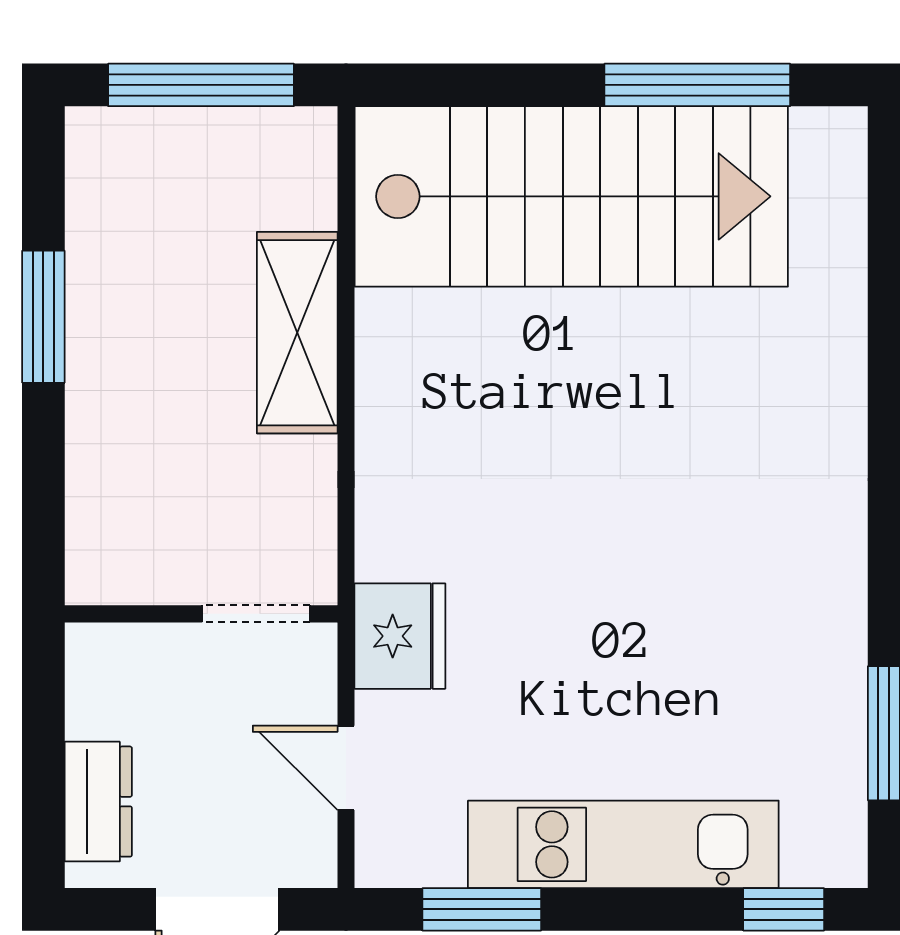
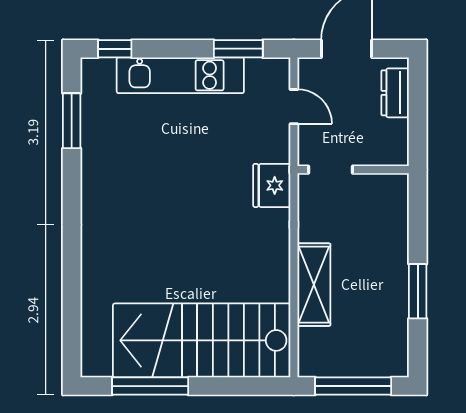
fridge: (400, 636) -> (272, 185), moved

